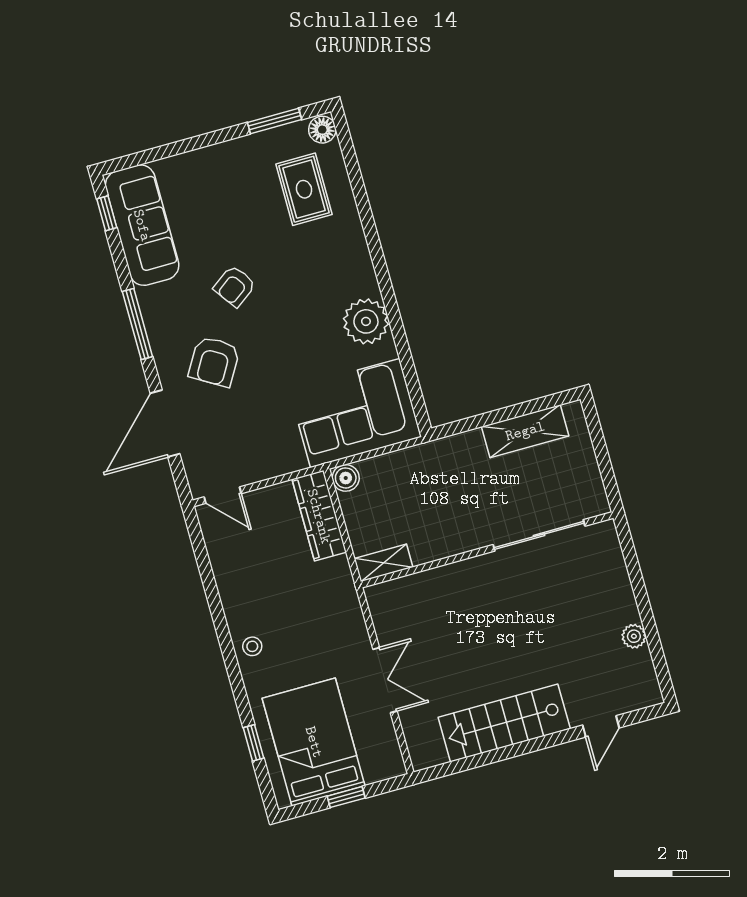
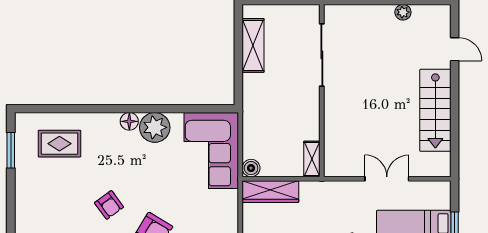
floor lamp: (322, 130) -> (129, 121), moved

